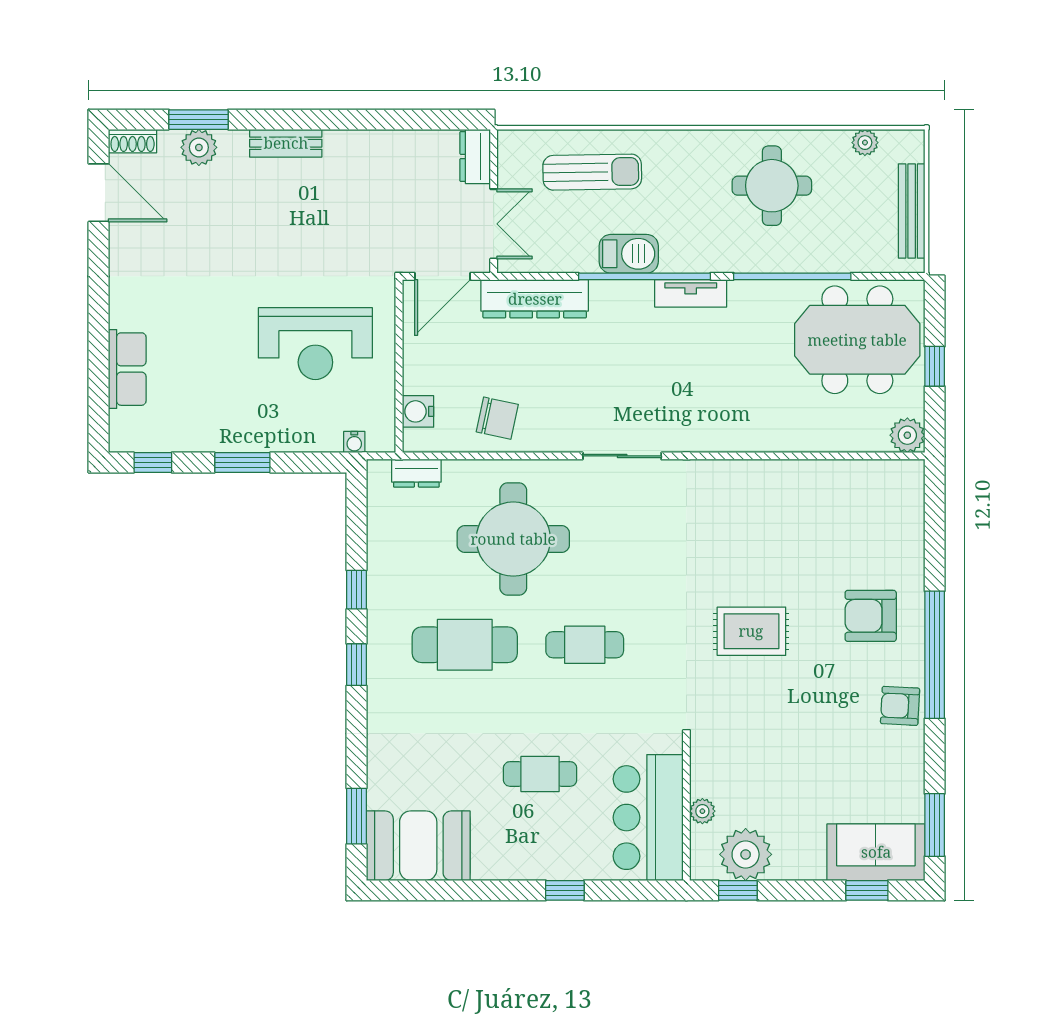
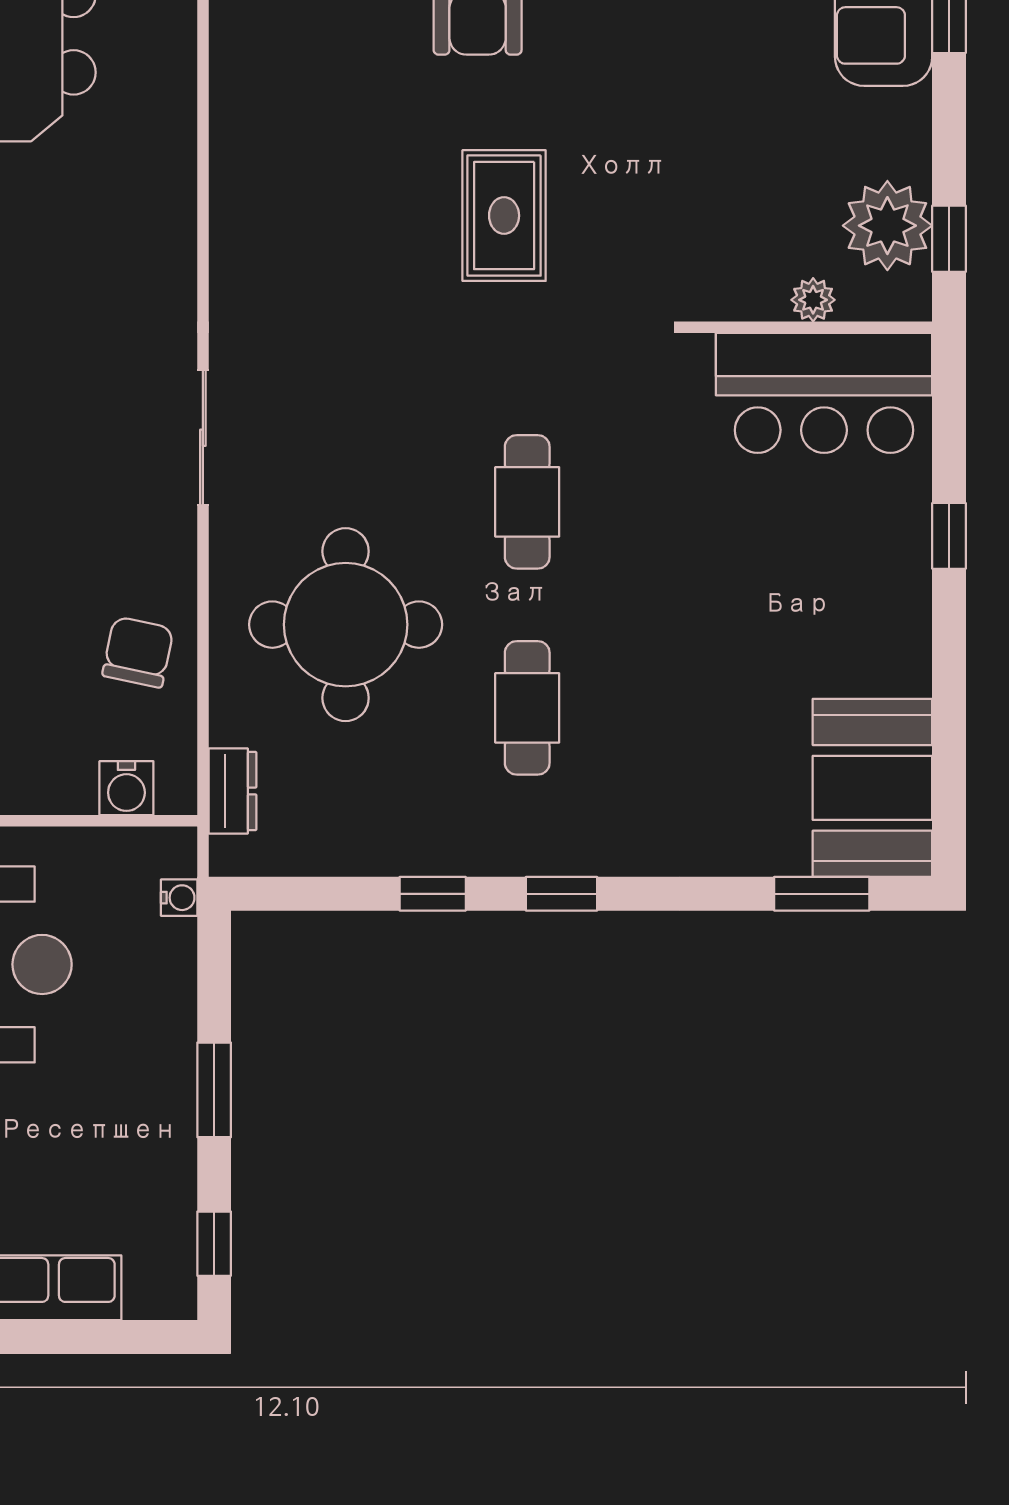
cafe table: (465, 645) -> (527, 708), width x0.73, depth x0.74
cafe table: (540, 774) -> (749, 579), removed

